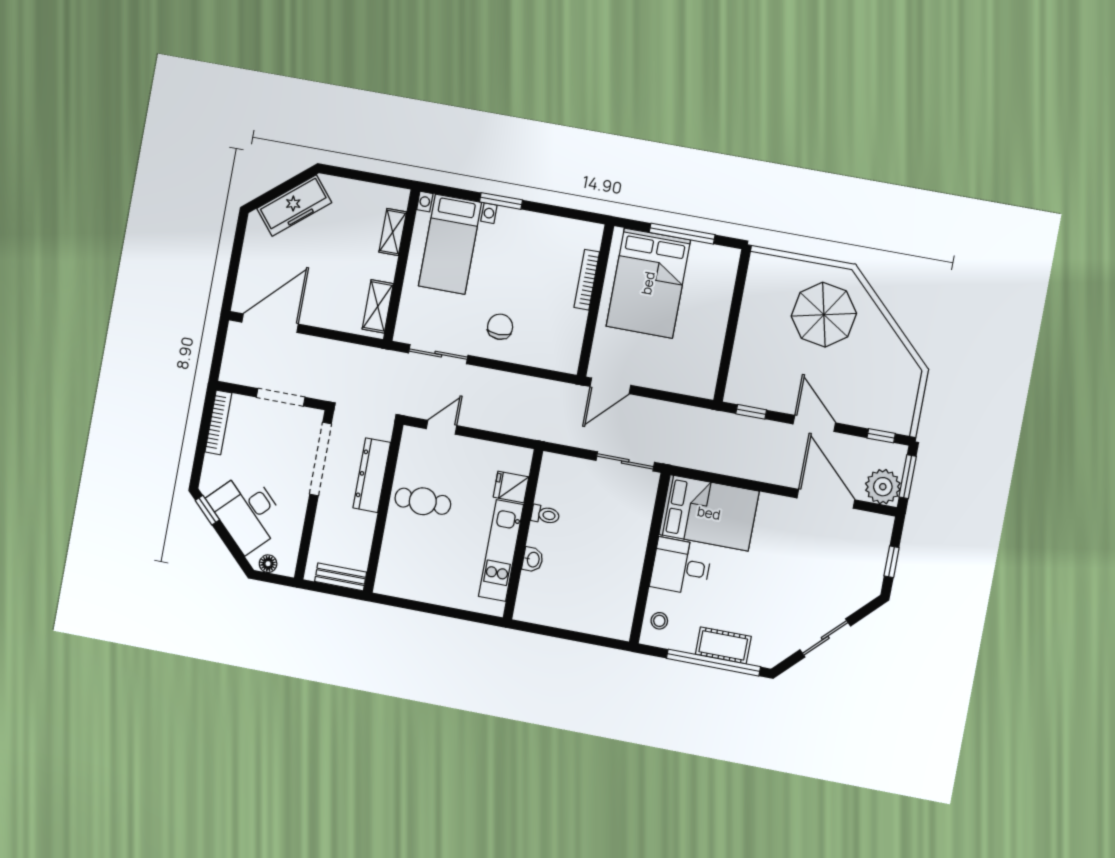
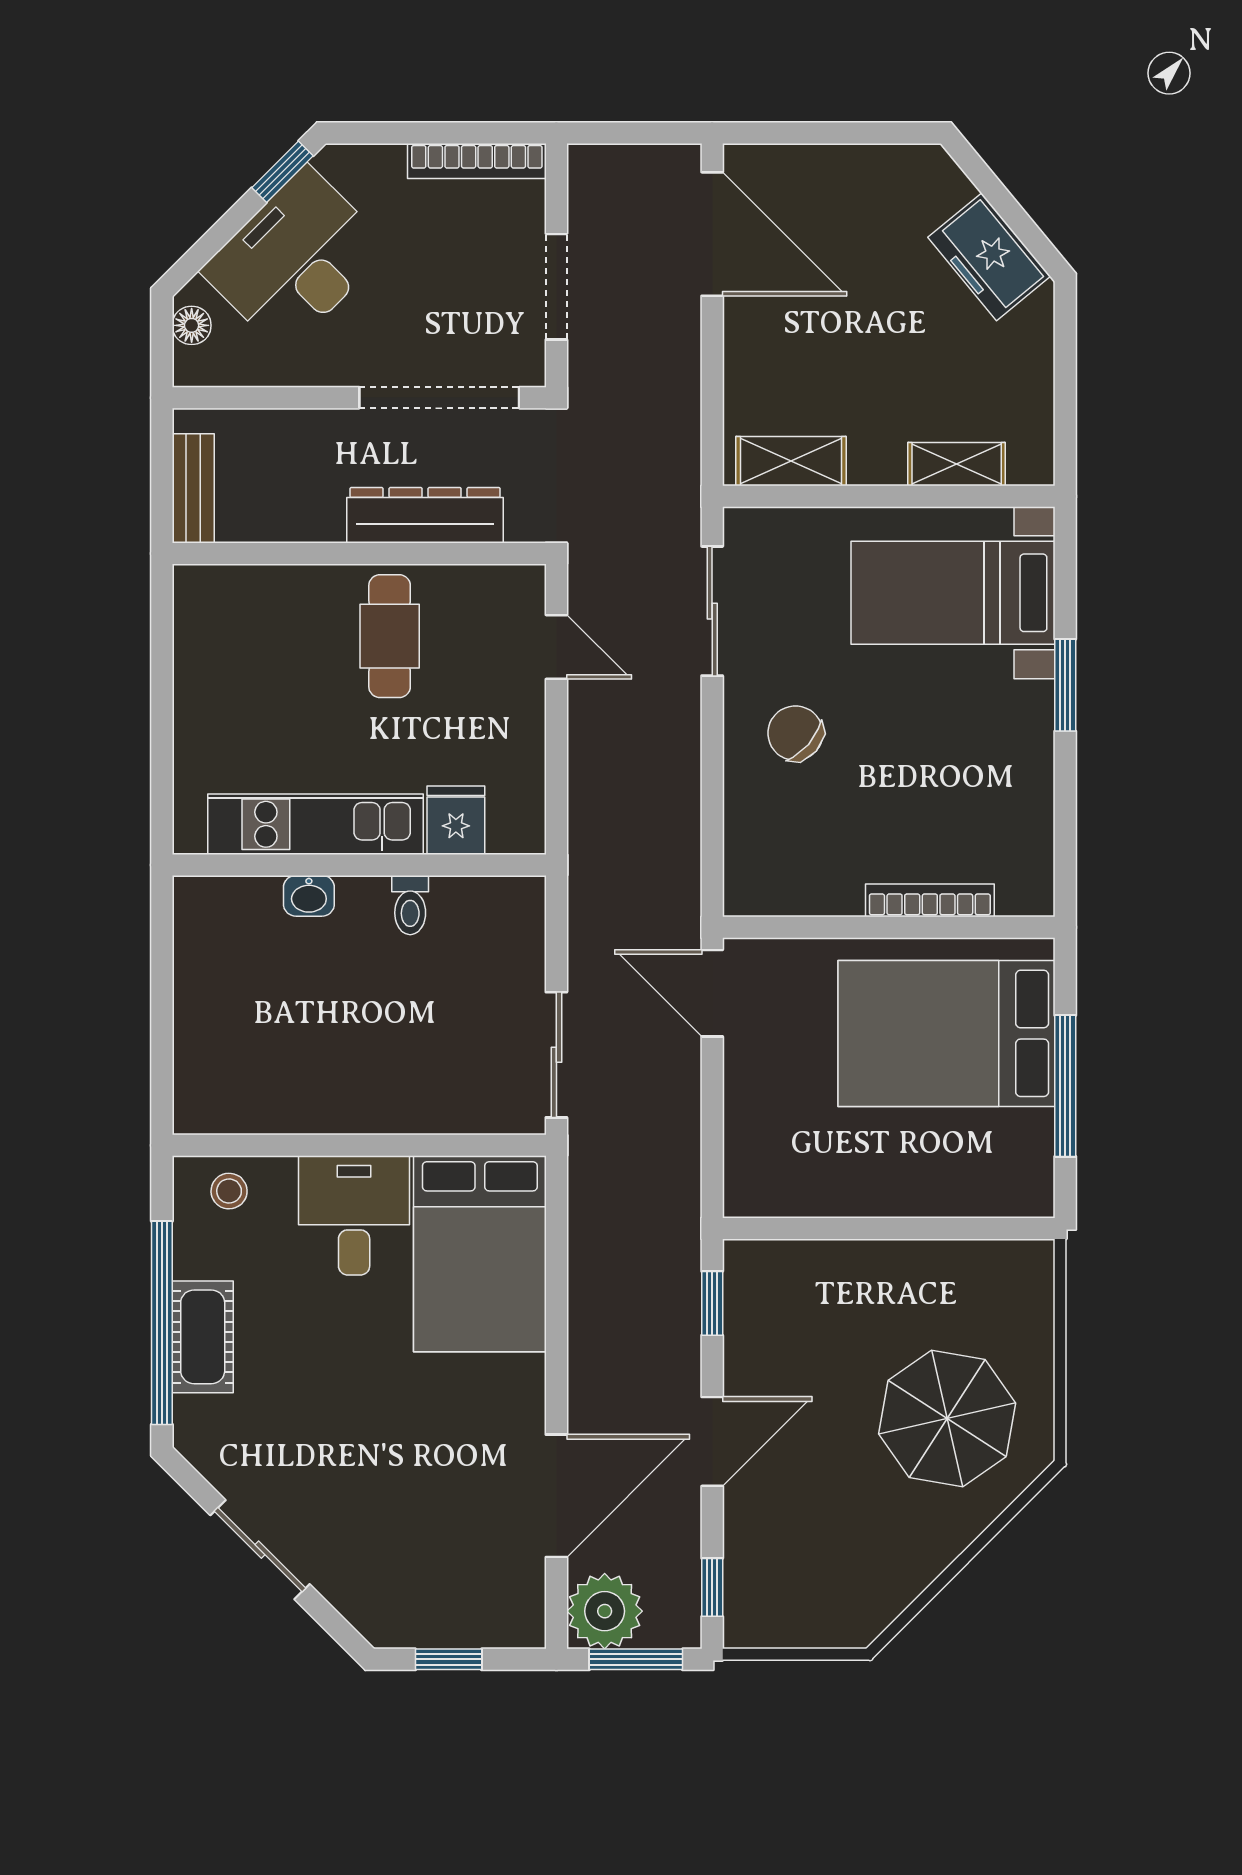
freezer: (294, 205) -> (989, 257), width x0.71
chair: (500, 327) -> (795, 733), turned -139

